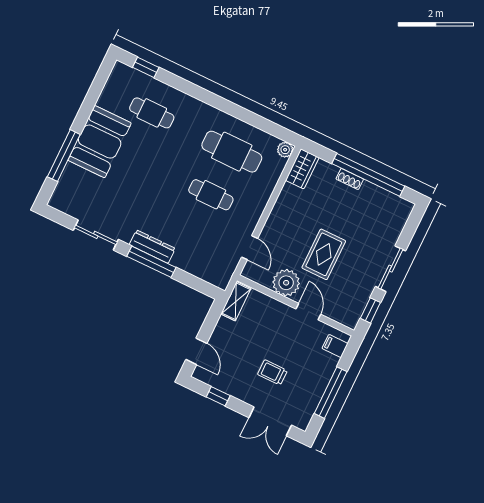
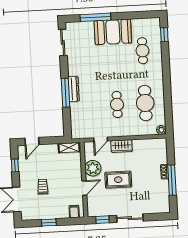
wardrobe: (302, 169) -> (122, 146), moved
window: (368, 175) -> (172, 180), width x0.68
sliding door: (96, 235) -> (63, 42), moved
window: (331, 393) -> (49, 222), width x0.46

